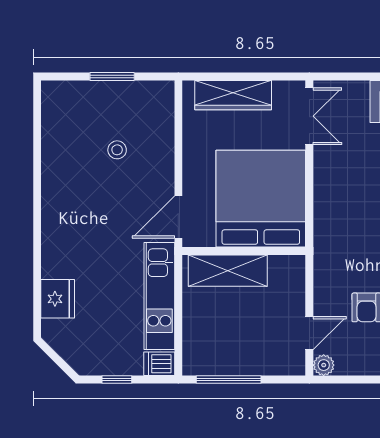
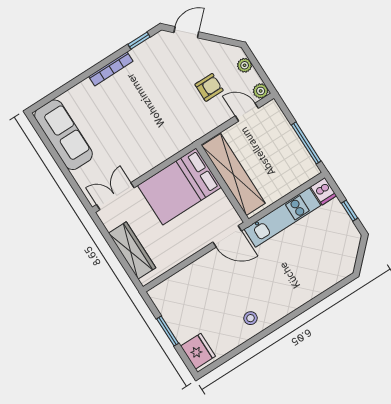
stool: (117, 150) -> (251, 318), moved
bed: (261, 199) -> (179, 186), width x0.73
shelving: (228, 271) -> (233, 175), width x1.47
fridge: (58, 299) -> (198, 351), moved, turned 90
plant: (366, 366) -> (245, 65), added

